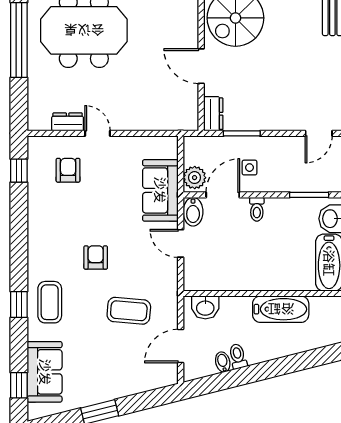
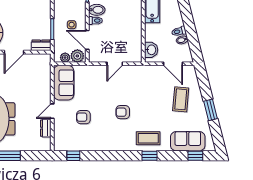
plant: (192, 156) -> (65, 58), added
armchair: (68, 170) -> (83, 117), moved
sofa: (160, 190) -> (64, 83), moved, turned -90
bidet: (193, 212) -> (97, 10), moved
coffee table: (129, 311) -> (181, 99), moved

